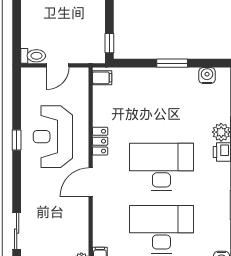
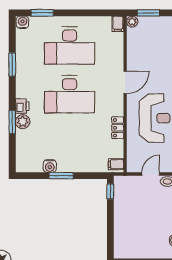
water cooler: (207, 75) -> (50, 166), moved
locker: (100, 141) -> (118, 128), moved

